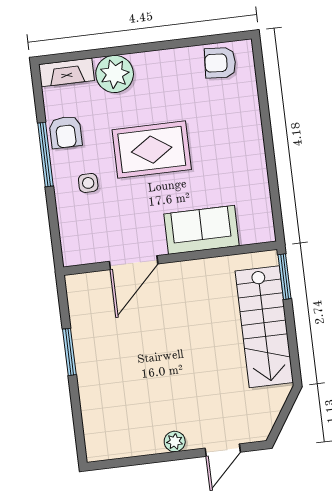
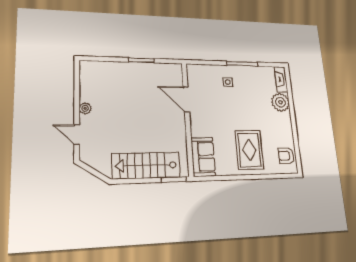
armchair: (220, 63) -> (286, 156), turned -94
armchair: (66, 132) -> (253, 75), removed
rug: (152, 150) -> (249, 150), moved
sofa: (201, 230) -> (203, 157), moved

